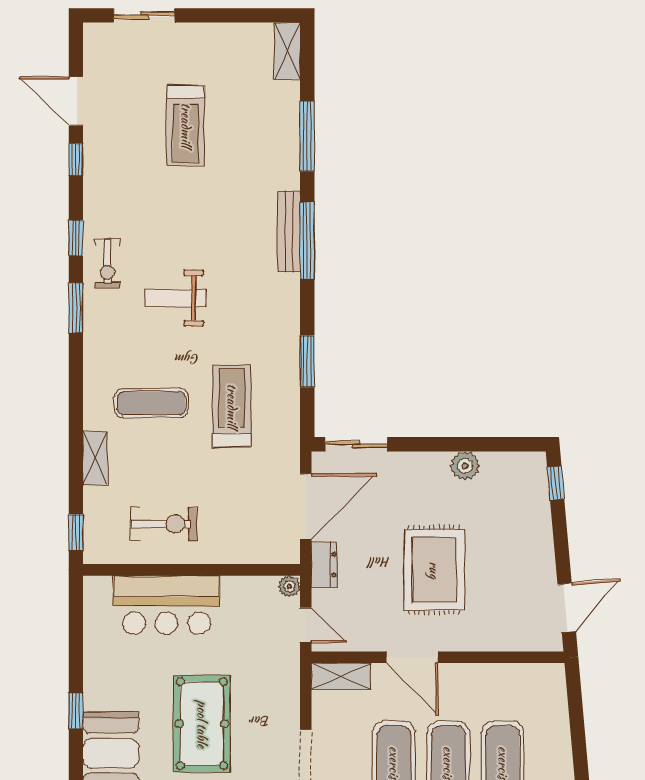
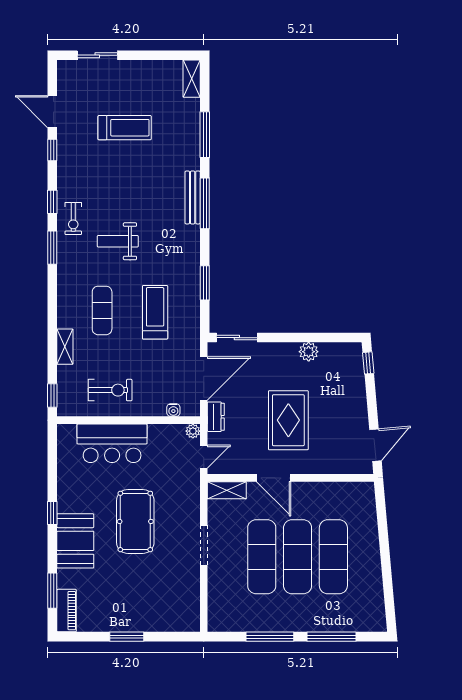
treadmill: (186, 125) -> (125, 128), turned -90
exercise mat: (151, 403) -> (102, 310), turned 90
water cooler: (260, 554) -> (173, 410), added
door: (306, 625) -> (204, 457), hinge flipped

